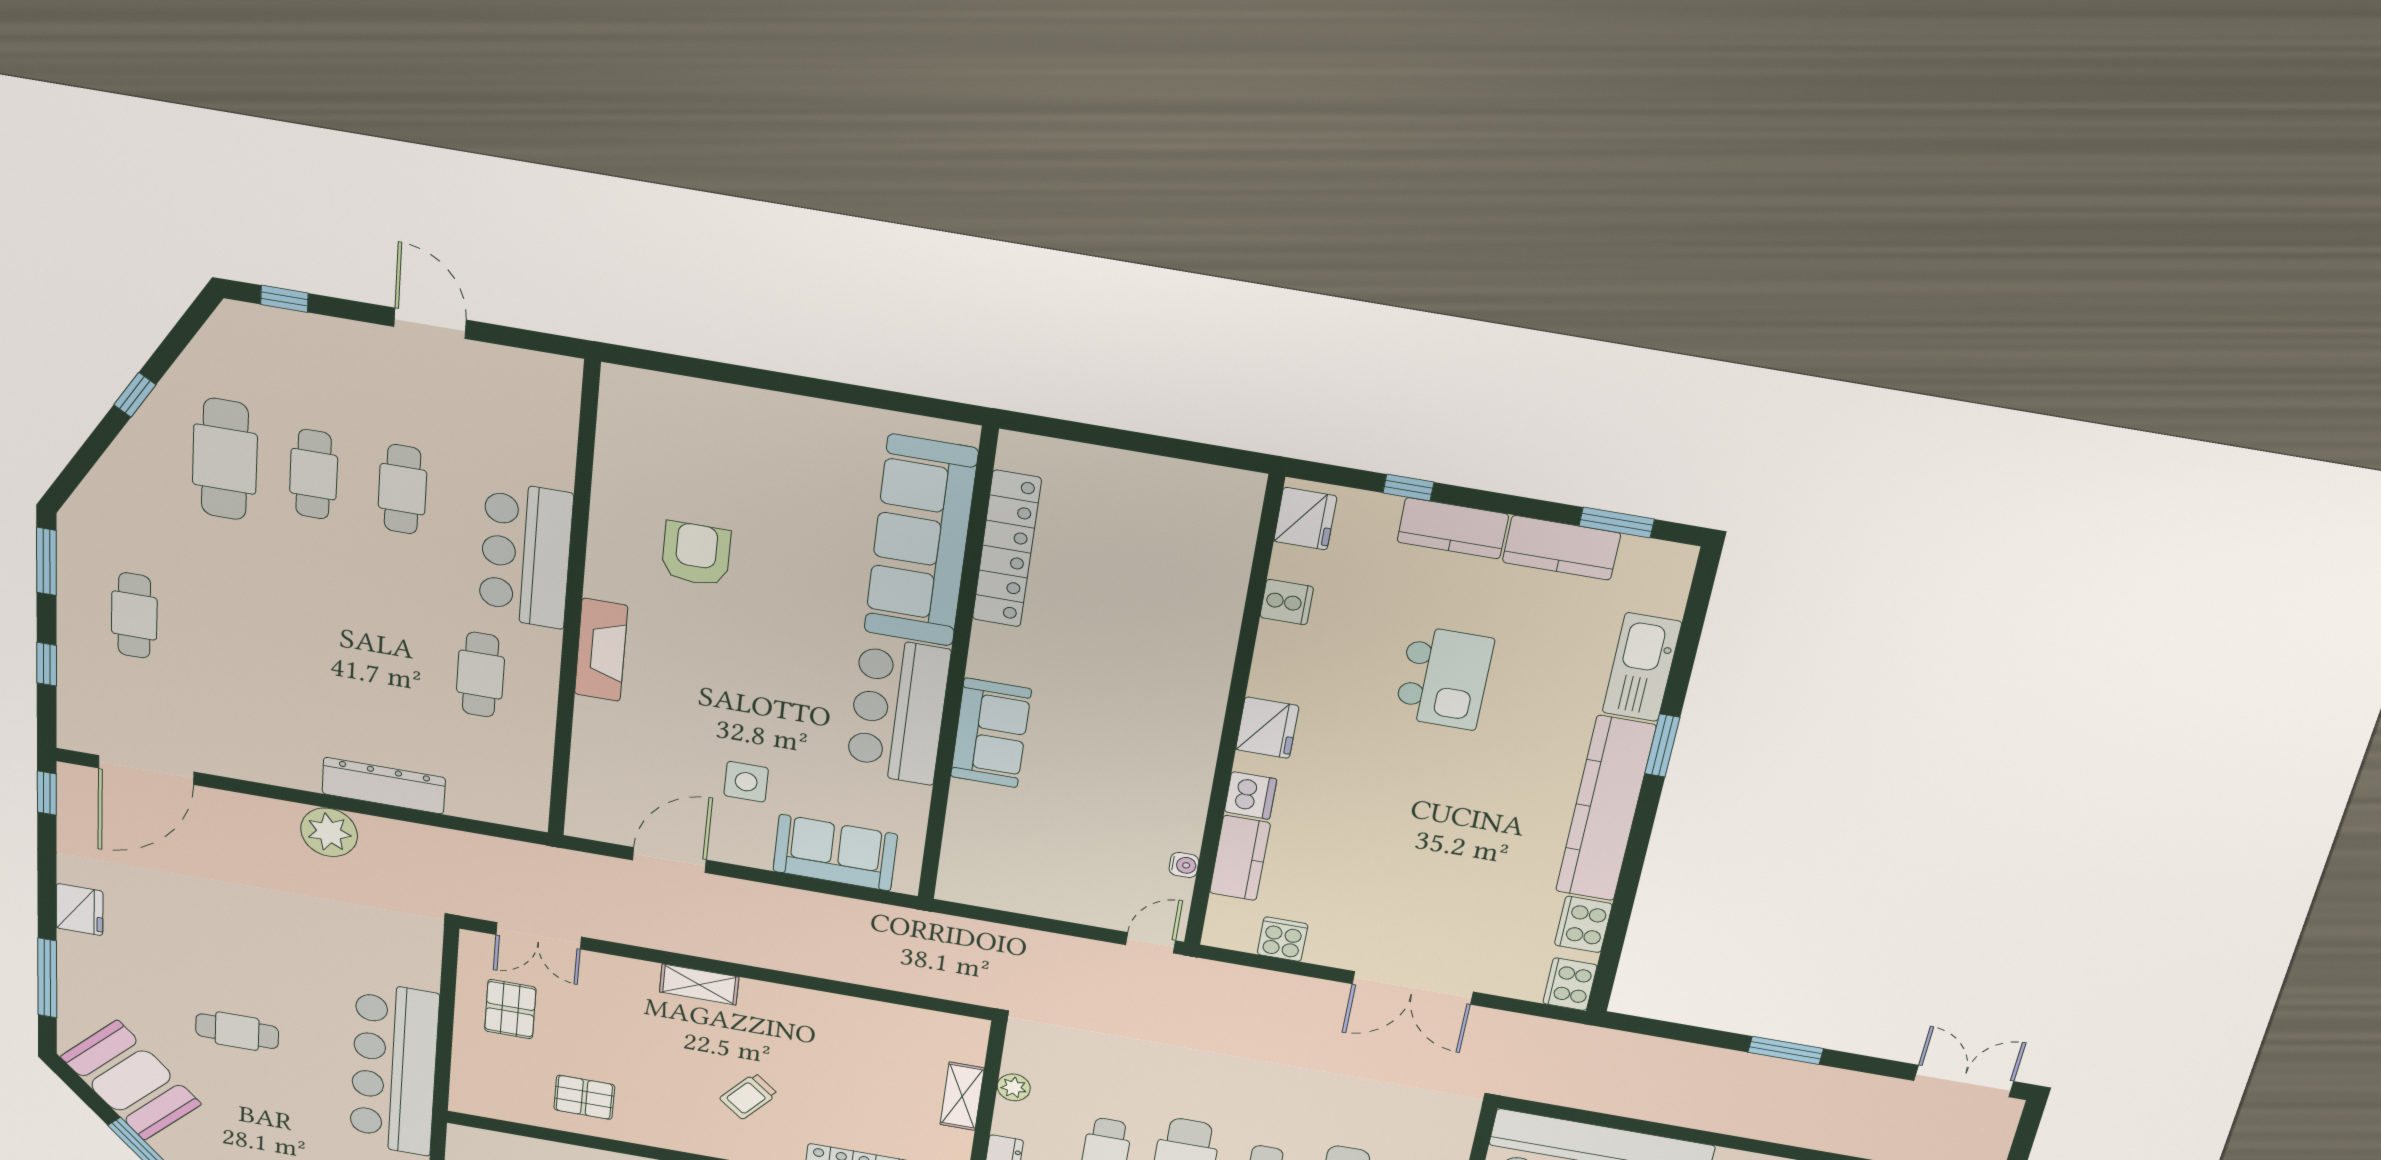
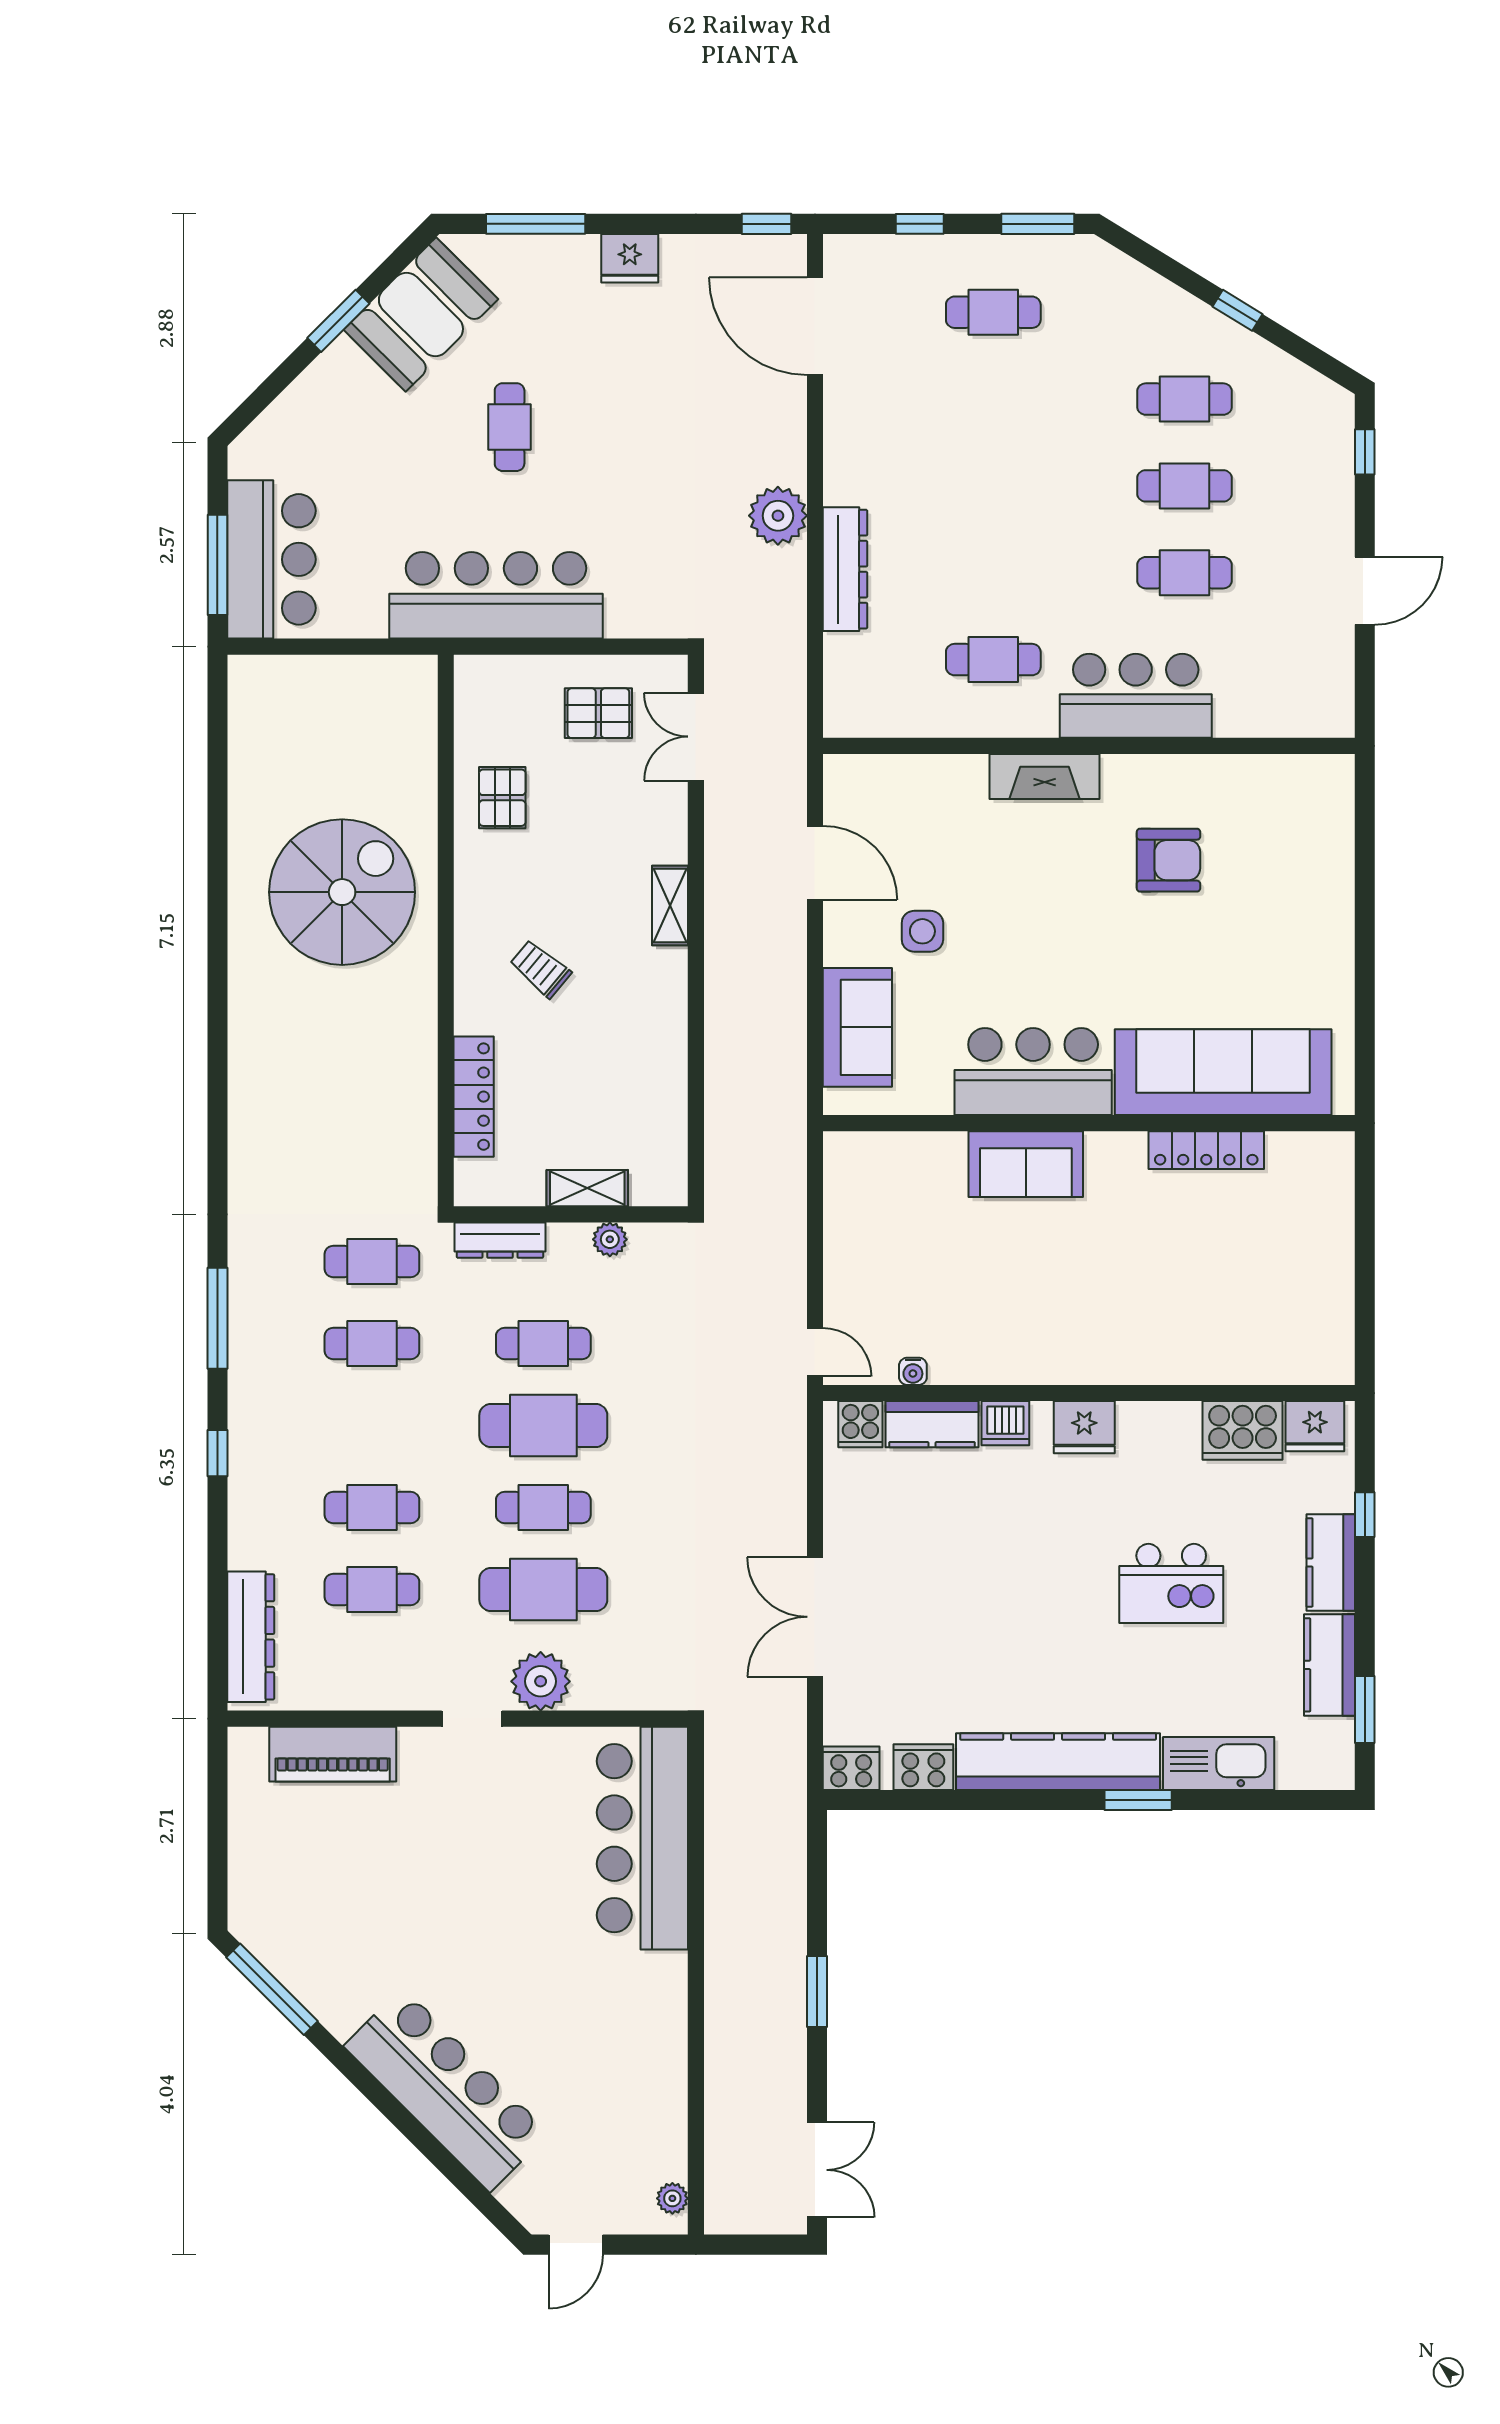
cafe table: (225, 459) -> (1184, 399), width x0.73, depth x0.74
locker: (1007, 549) -> (1206, 1150), width x0.71, depth x0.83
cooker: (1287, 602) -> (1243, 1430), width x1.87, depth x1.31
cooker: (1283, 939) -> (860, 1424), moved, turned 90

